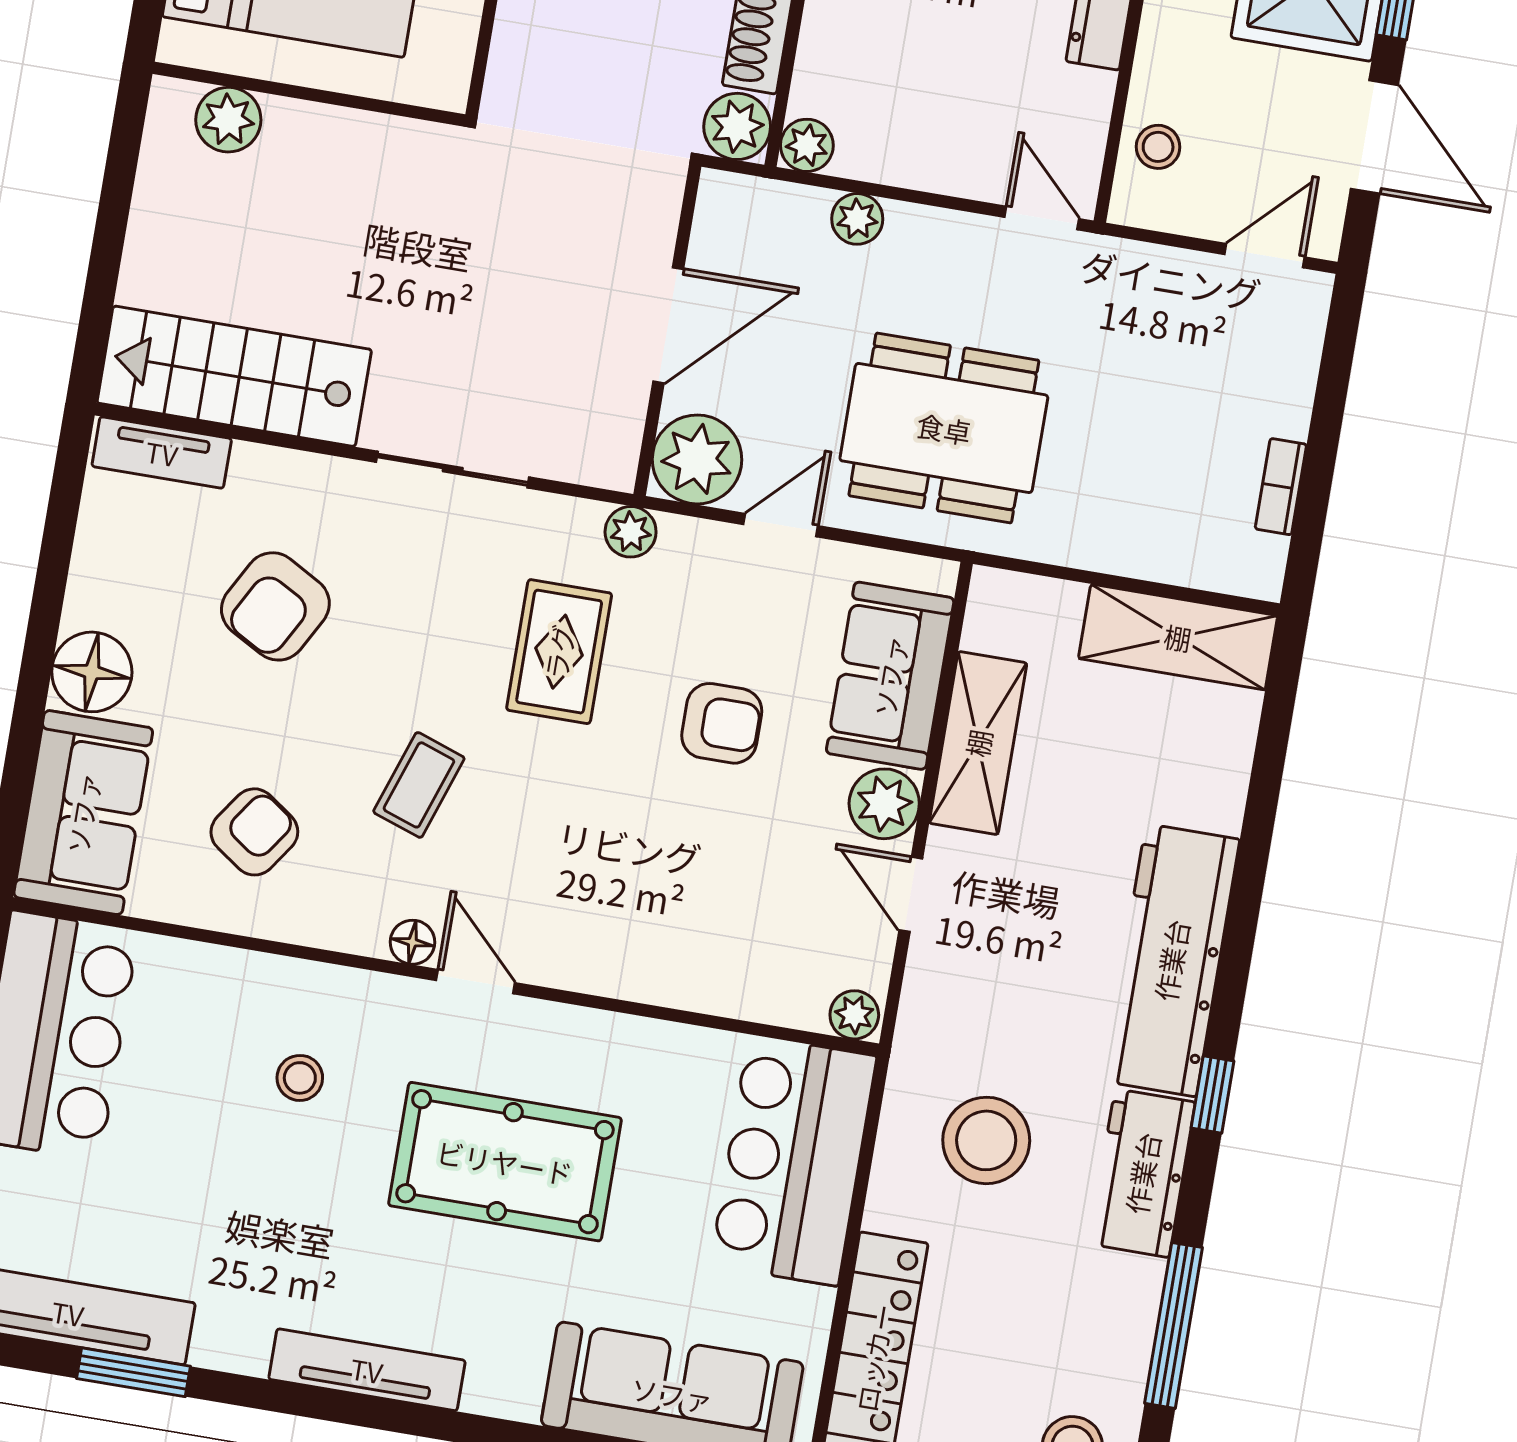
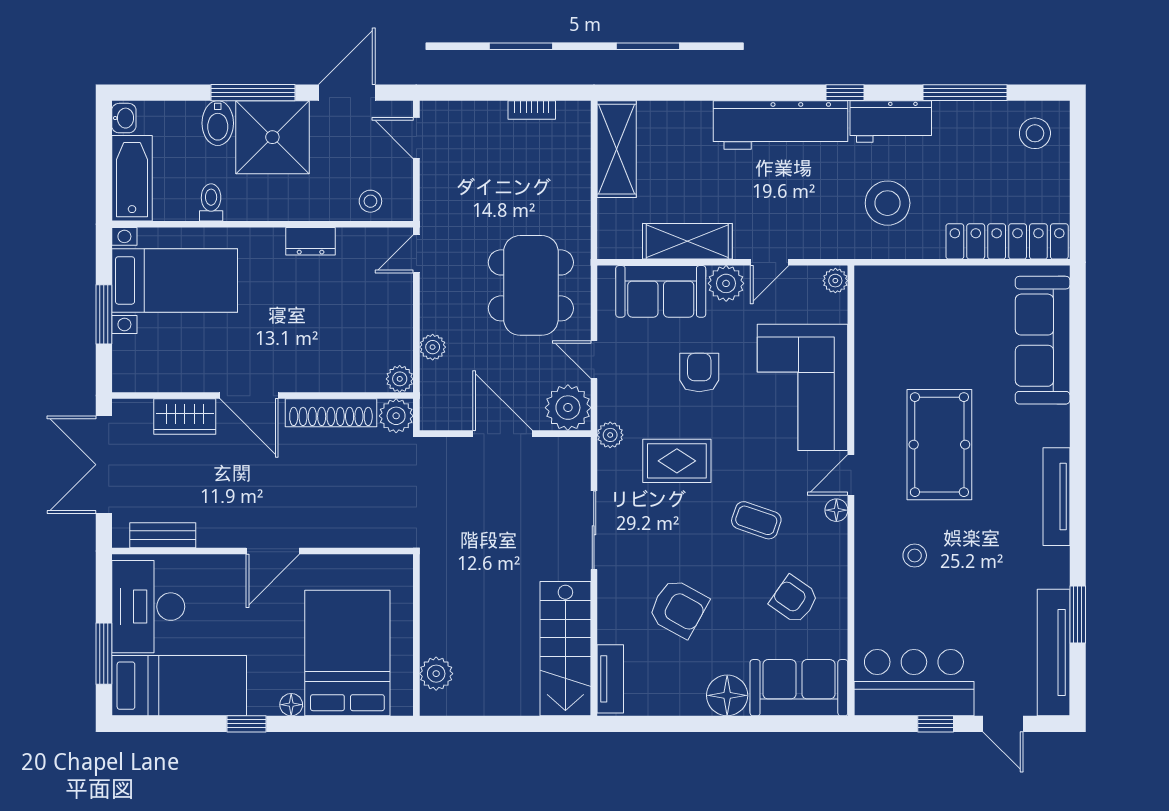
corner sofa: (660, 917) -> (803, 387), added
bar counter: (793, 1160) -> (914, 299), removed

